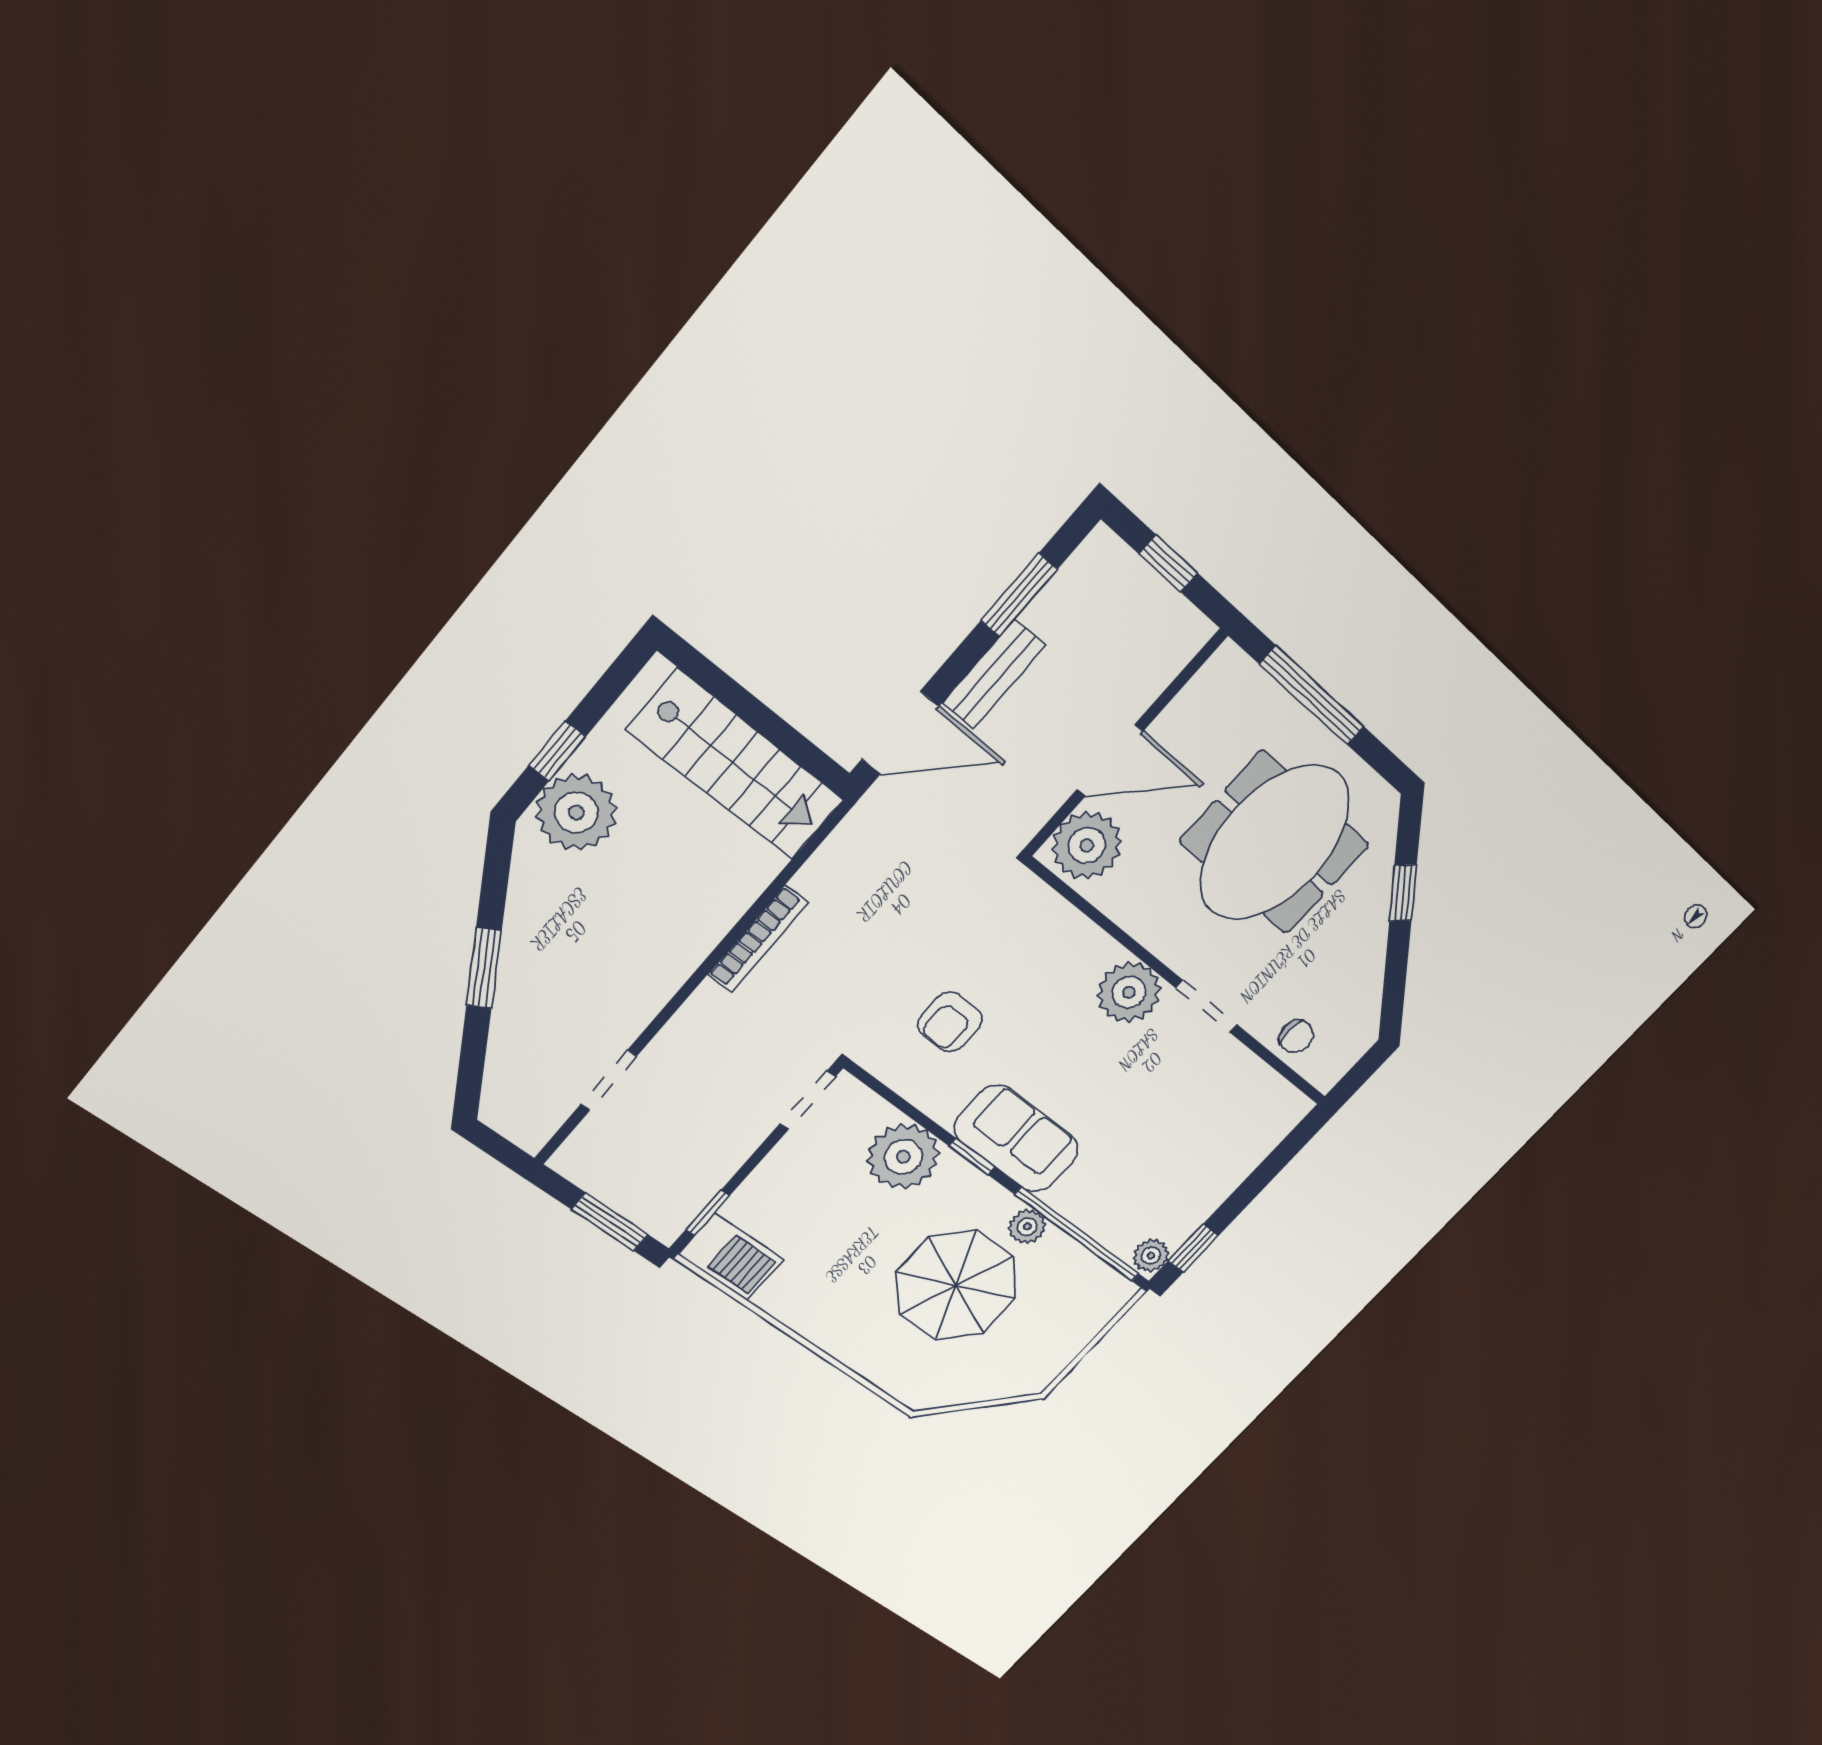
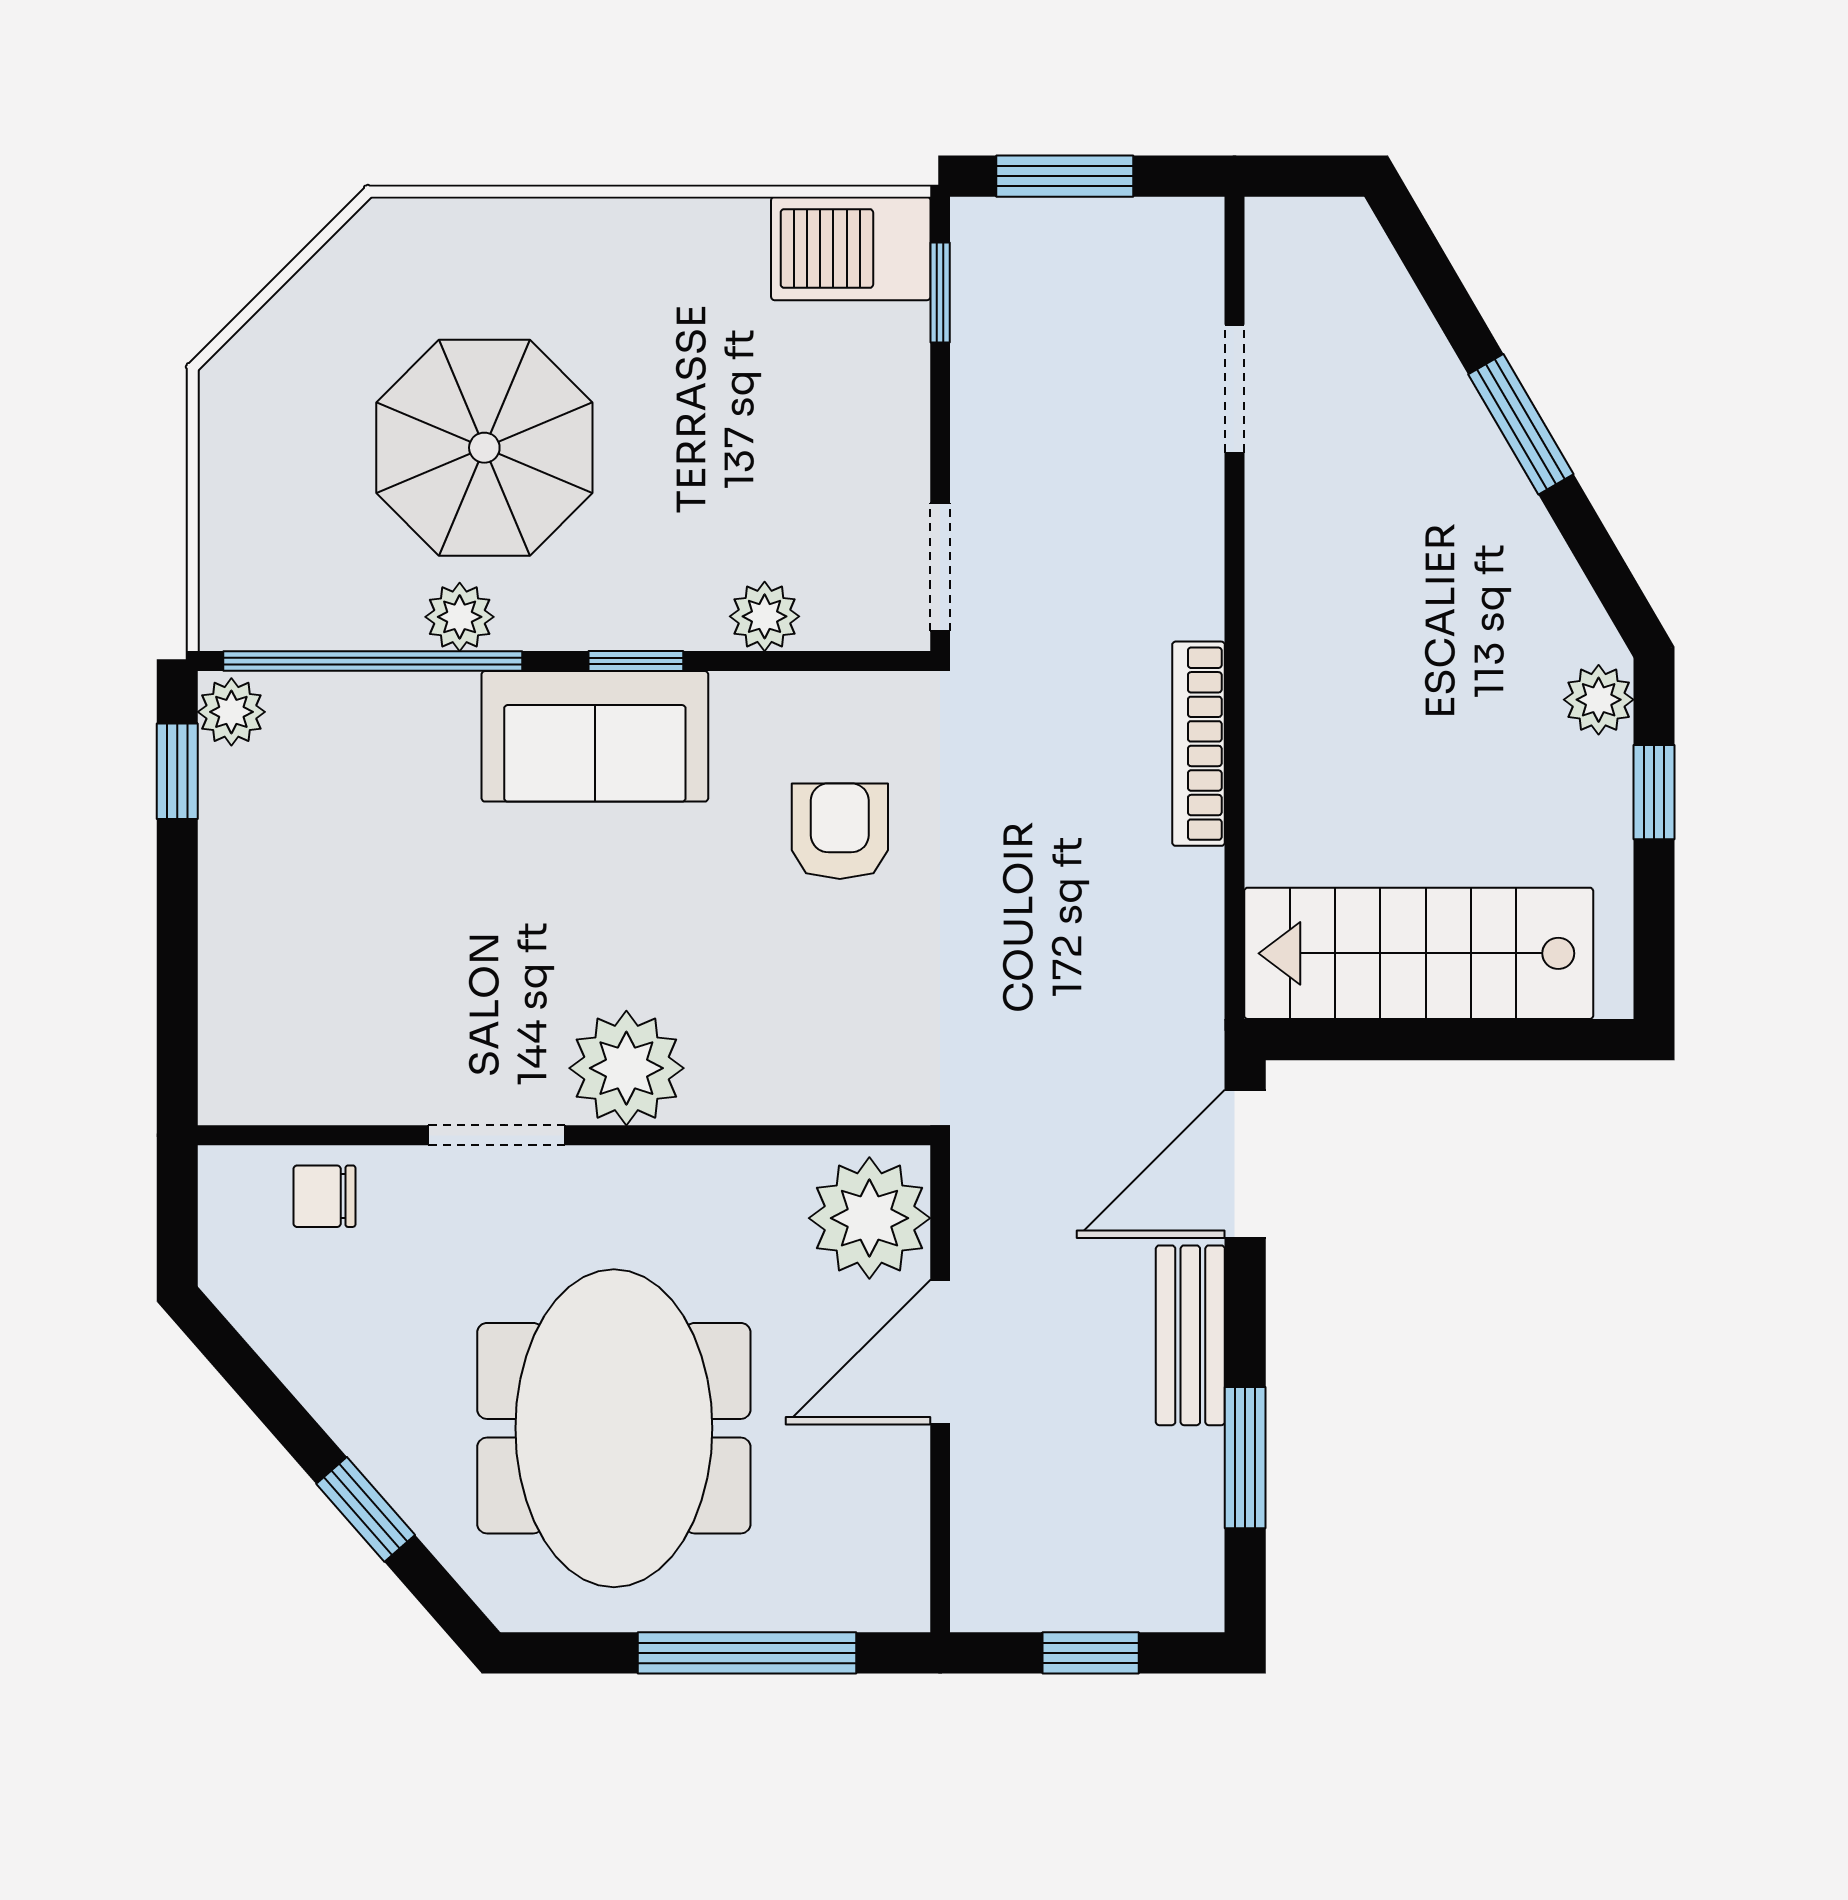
plant: (576, 812) -> (1599, 700), width x0.53, depth x0.53
plant: (903, 1157) -> (765, 616), width x0.53, depth x0.53

